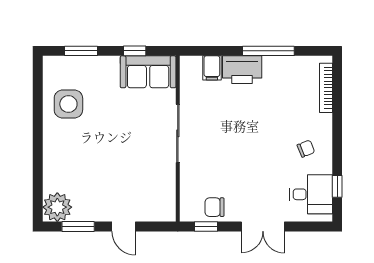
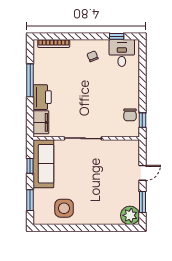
filing cabinet: (212, 68) -> (41, 122), width x2.00
sofa: (148, 72) -> (43, 164), width x1.36
double door: (263, 227) -> (142, 84), removed

